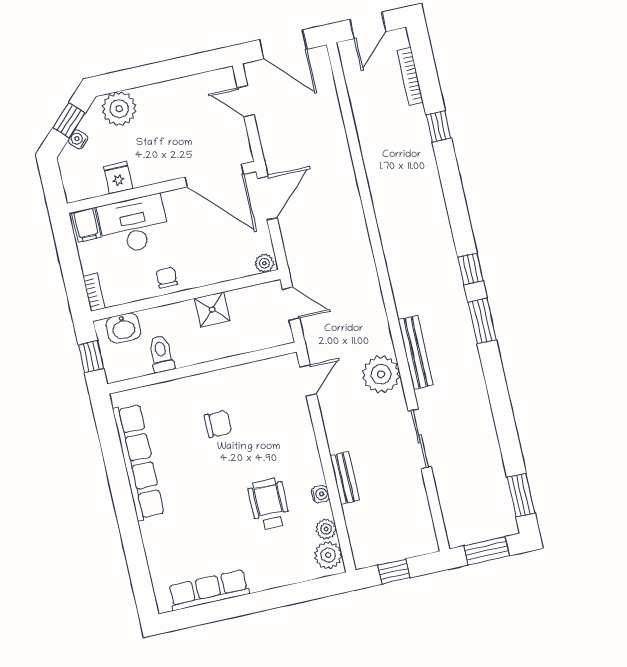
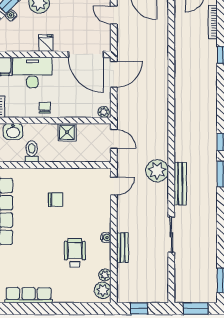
fridge: (118, 178) -> (46, 43), moved
plant: (381, 374) -> (157, 171), moved
water cooler: (320, 494) -> (106, 238), moved

